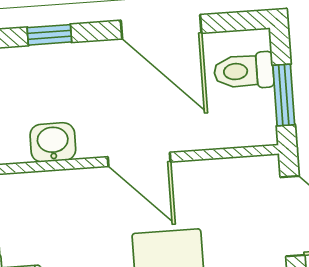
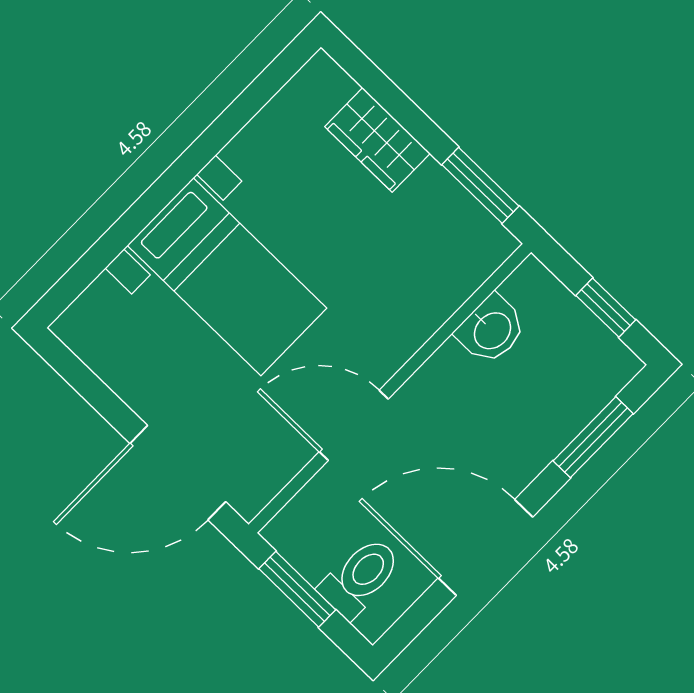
window: (49, 35) -> (593, 437), width x1.50
door: (139, 159) -> (354, 425), moved

